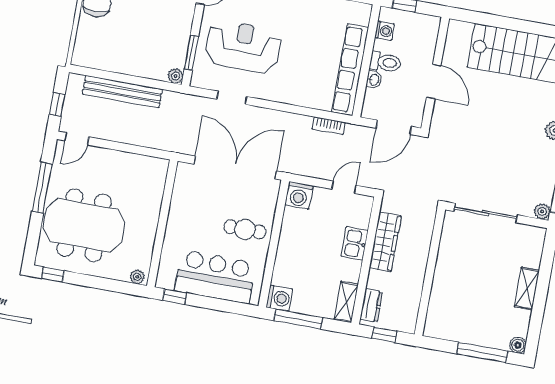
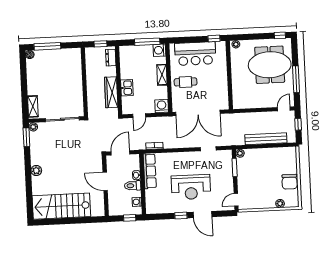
reception desk: (243, 47) -> (191, 187), moved
row of seats: (350, 70) -> (150, 171), width x0.73
shelving: (527, 289) -> (33, 106), moved
shelving: (346, 302) -> (162, 75), moved

